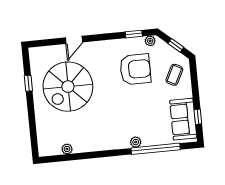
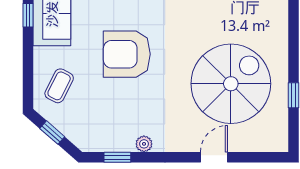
plant: (150, 41) -> (144, 144), moved
armchair: (135, 69) -> (127, 54), moved

